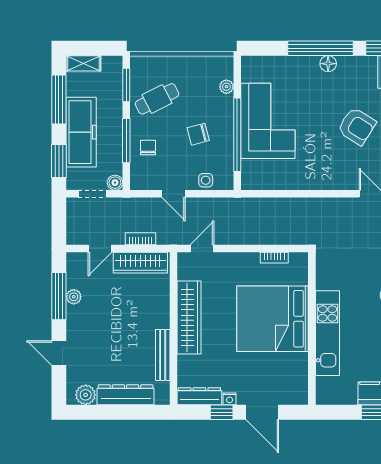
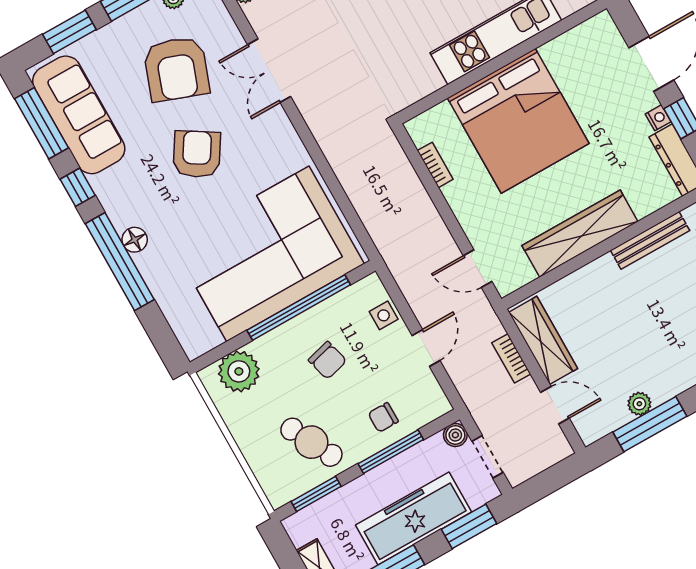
plant: (226, 87) -> (239, 371), width x1.87, depth x1.87
corner sofa: (268, 121) -> (268, 254), width x1.36, depth x1.36

